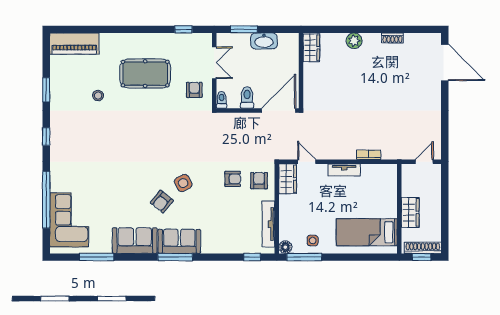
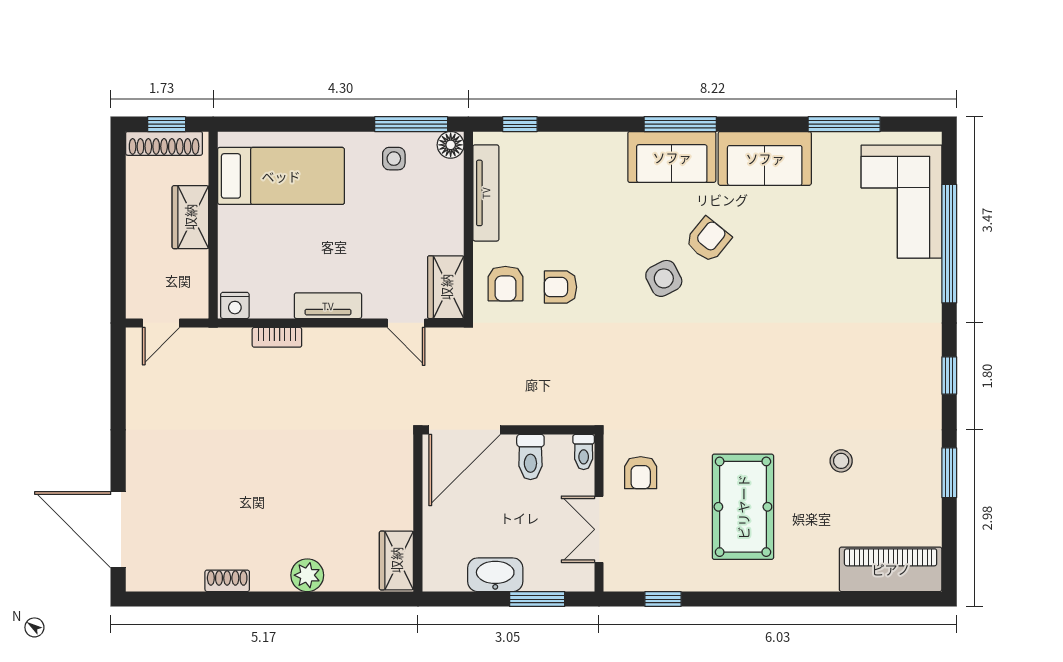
pool table: (145, 74) -> (743, 507), turned 90
nightstand: (389, 170) -> (235, 305), added

